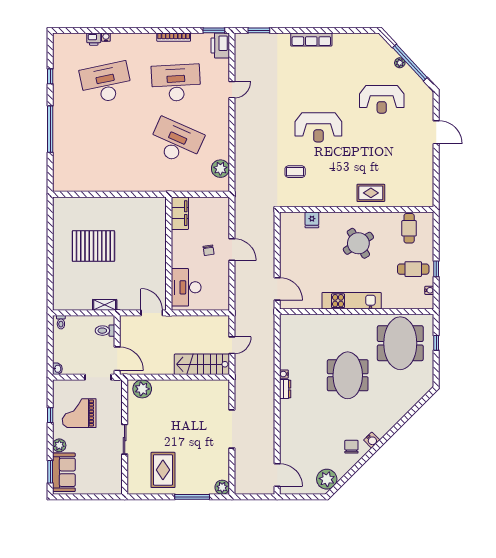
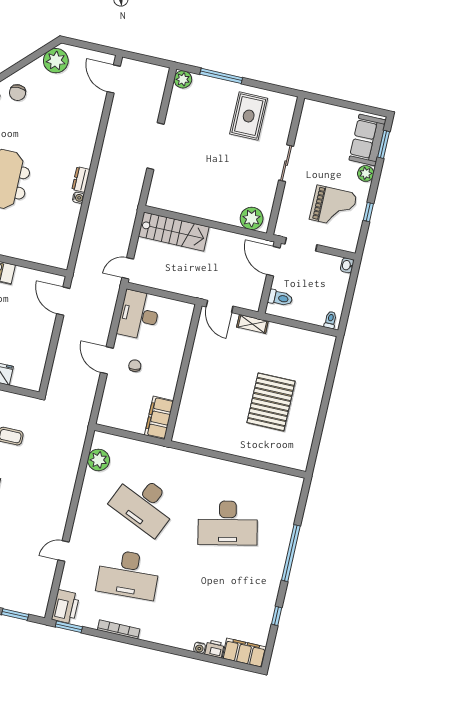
filing cabinet: (69, 41) -> (244, 653), added
desk: (106, 83) -> (228, 523), moved
pallet: (93, 246) -> (271, 402), turned 90
desk: (186, 287) -> (139, 315), moved, turned 180
shelving: (105, 305) -> (252, 324), moved
door: (232, 345) -> (128, 268), moved

